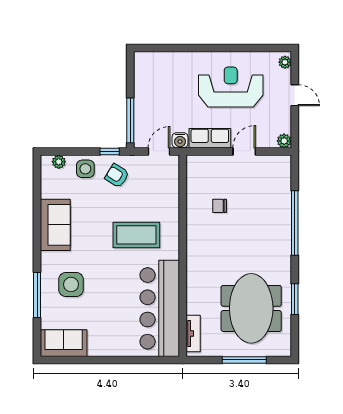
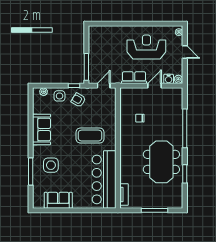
water cooler: (180, 140) -> (169, 79), moved
meeting table: (251, 308) -> (161, 162), moved
sofa: (64, 343) -> (58, 200), moved

